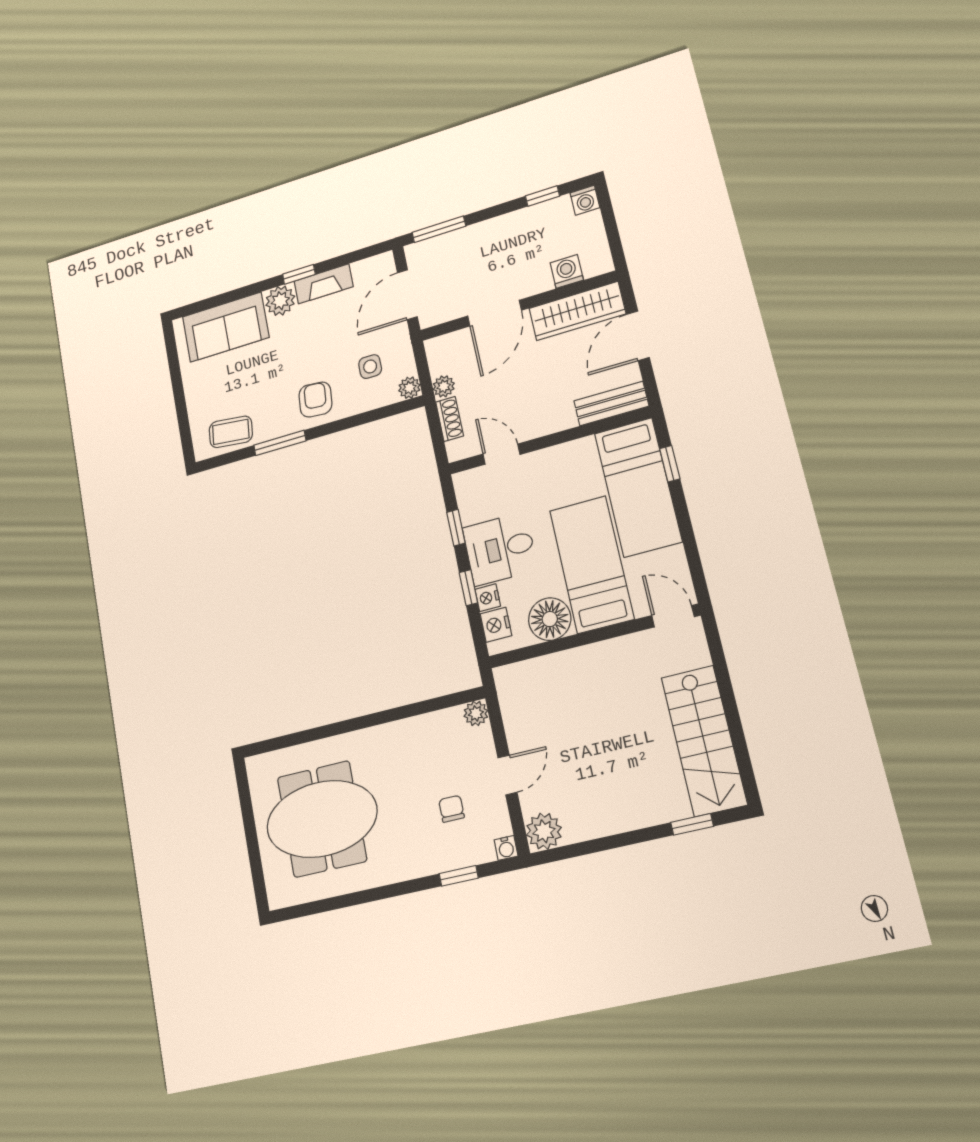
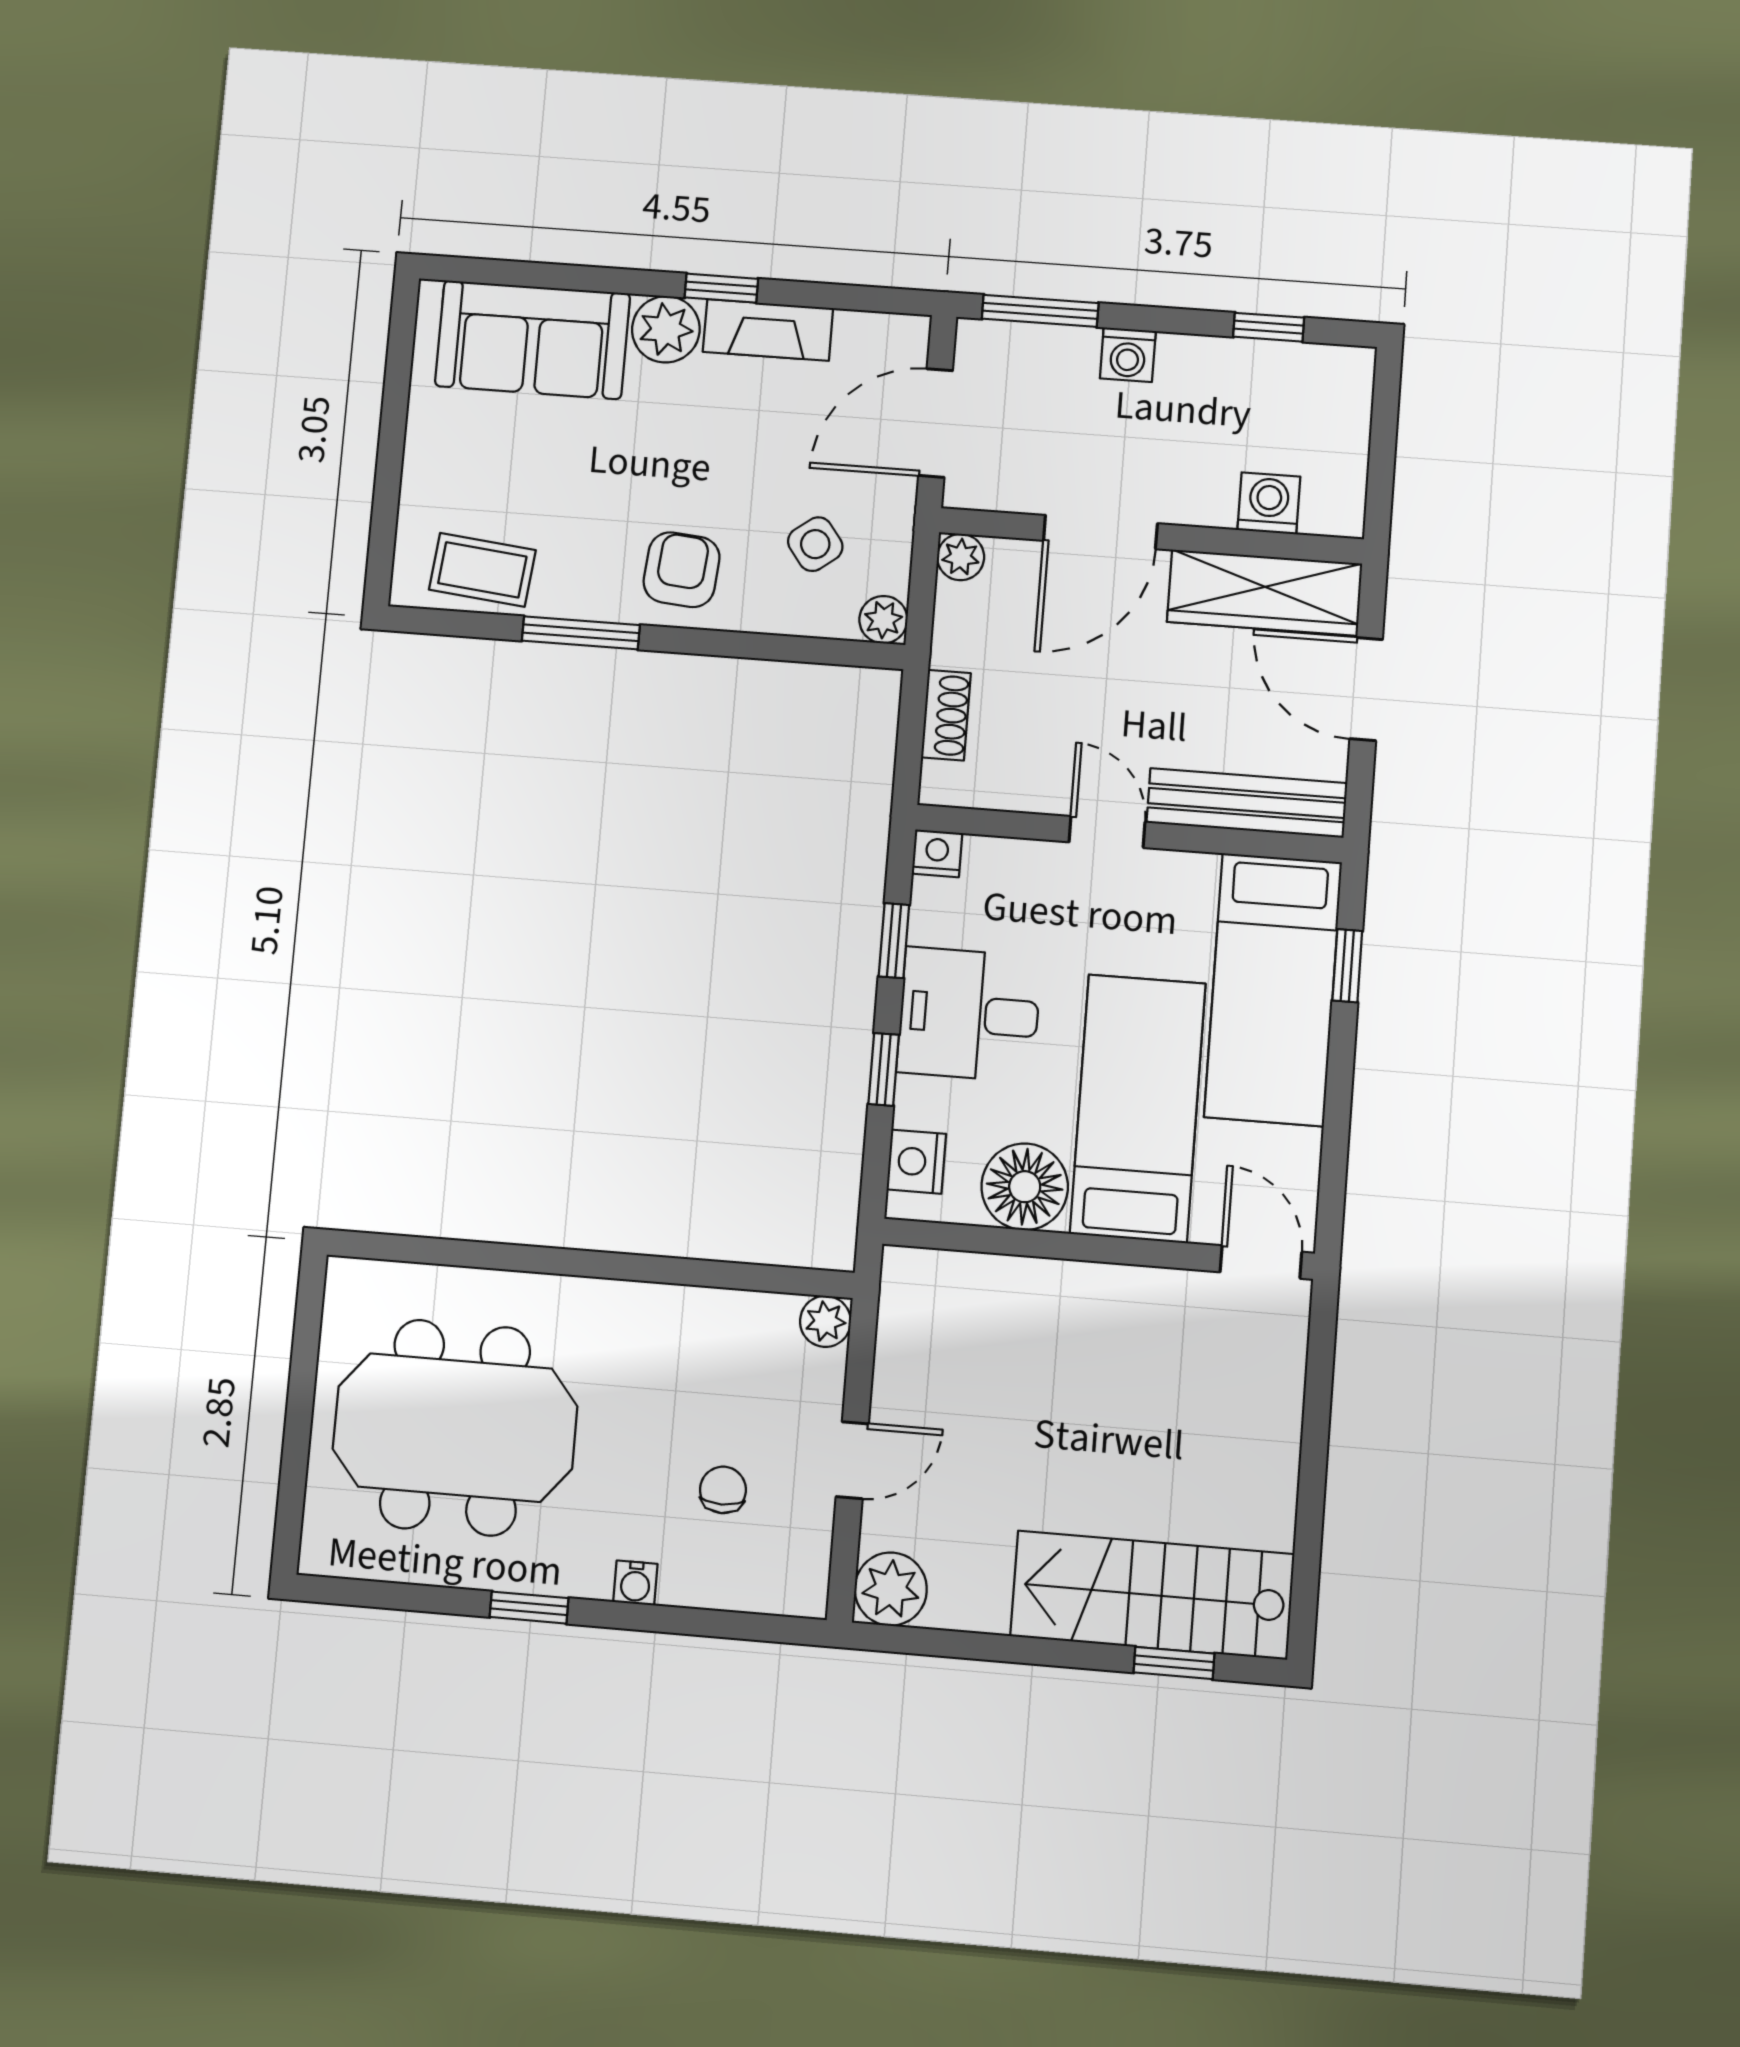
washing machine: (585, 200) -> (1128, 355), moved
door: (638, 336) -> (1366, 689), hinge flipped
side table: (370, 367) -> (815, 544), turned -37
plant: (444, 386) -> (961, 557), moved
bench: (611, 404) -> (1247, 803), width x1.36
door: (501, 454) -> (1107, 832), moved
nightstand: (488, 598) -> (937, 853), moved, turned 90
stairs: (704, 741) -> (1152, 1595), moved, turned 90
water cooler: (506, 848) -> (635, 1583), moved
window: (459, 876) -> (529, 1608), moved

